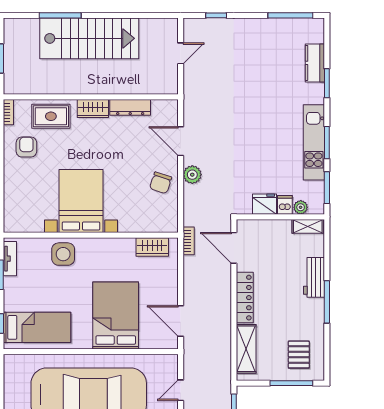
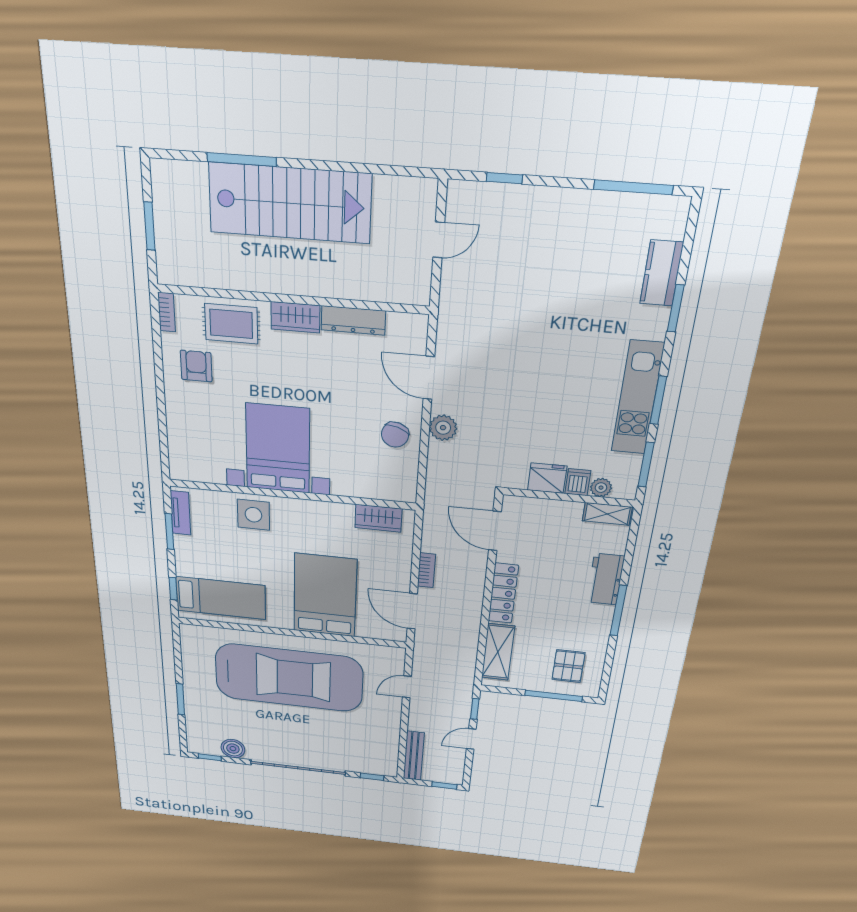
bookcase: (189, 241) -> (426, 570), moved

